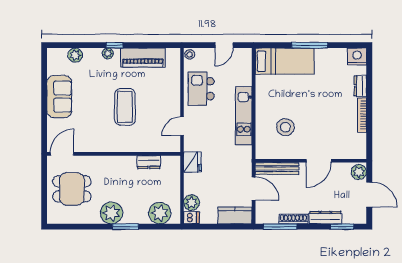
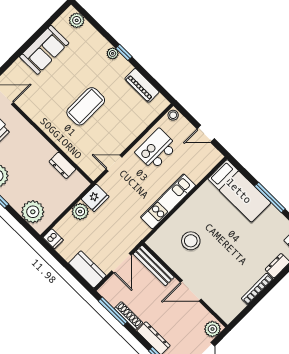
plant: (75, 55) -> (77, 20), moved
piano: (143, 58) -> (142, 85), width x0.73, depth x0.75
plant: (191, 203) -> (80, 212), moved

